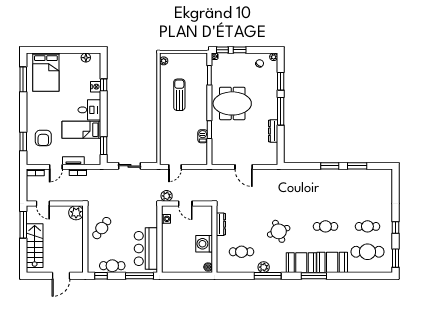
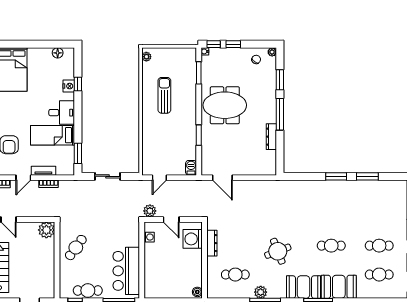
barbecue: (203, 136) -> (191, 168), moved
door: (244, 167) -> (222, 178), moved
washing machine: (204, 244) -> (193, 239), moved
cafe table: (367, 252) -> (379, 275), width x0.73, depth x0.74

